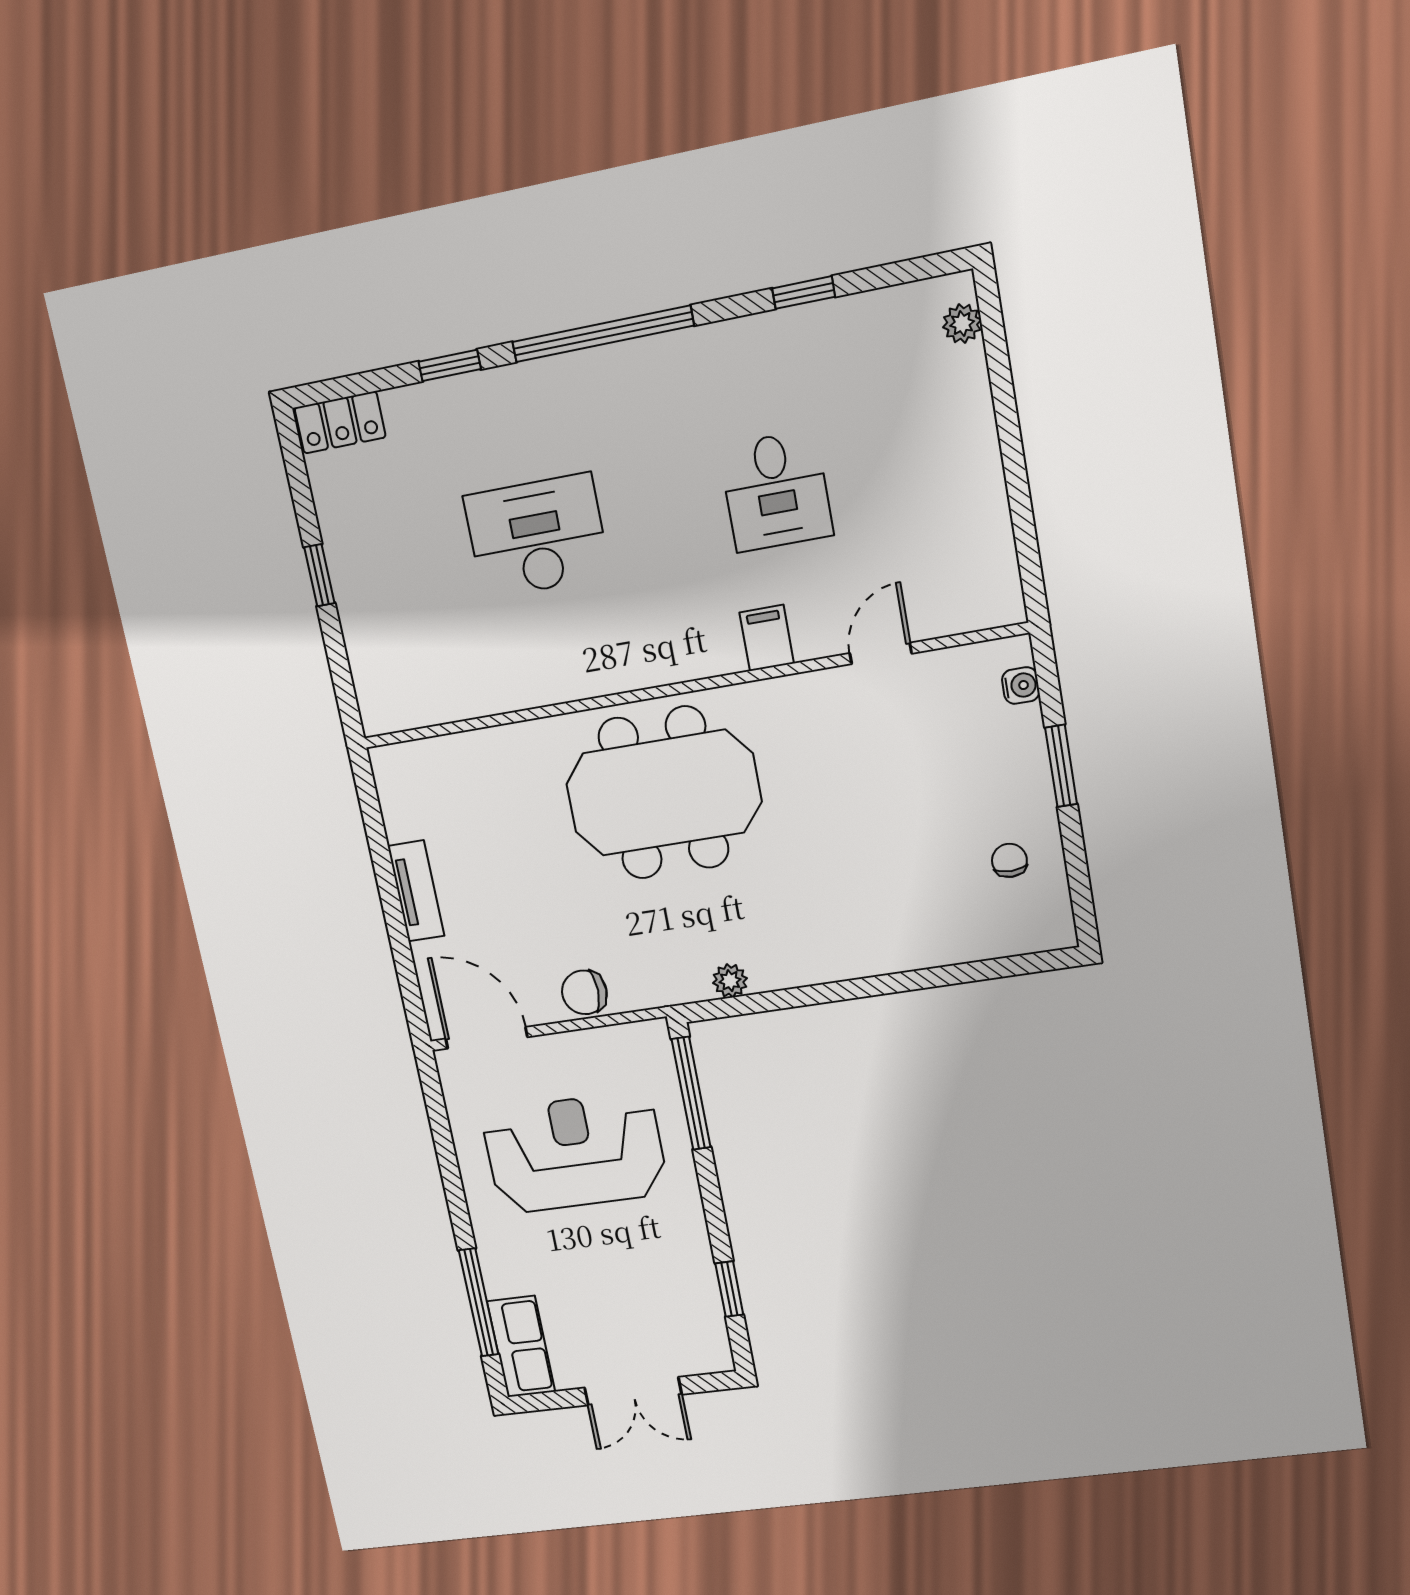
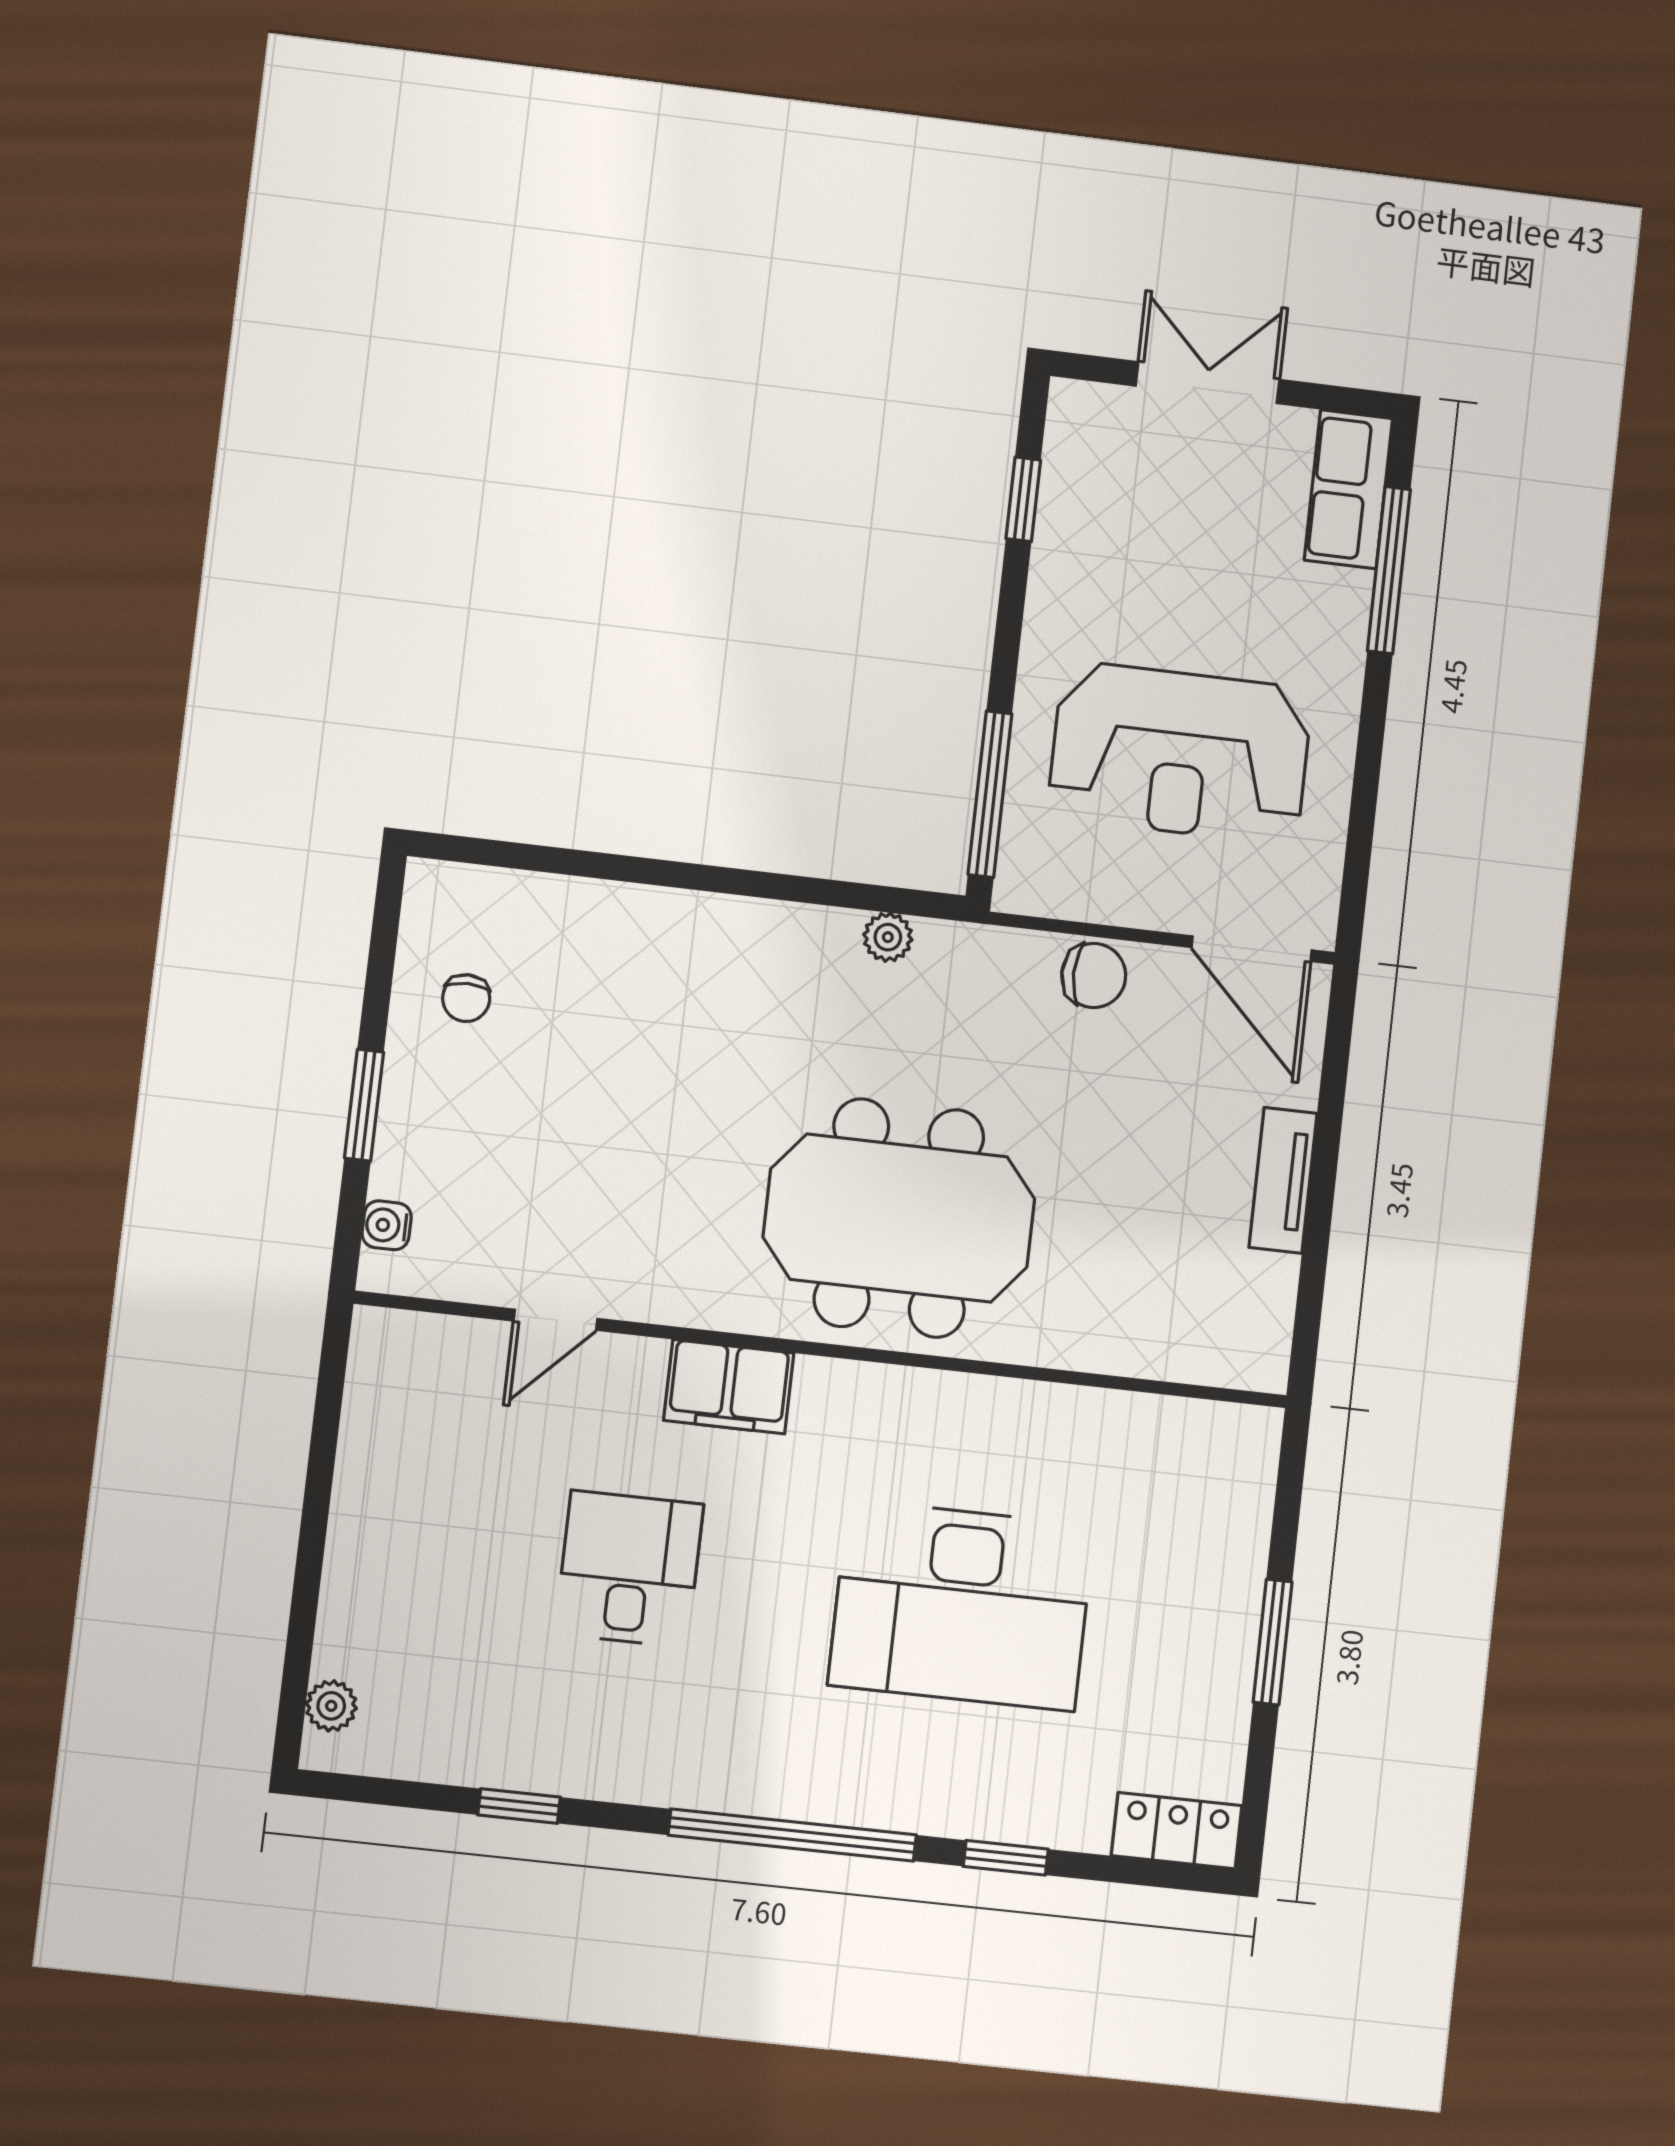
desk: (537, 536) -> (961, 1605), width x1.36, depth x1.30
window: (319, 575) -> (1273, 1642), width x1.50
filing cabinet: (767, 638) -> (729, 1387), width x2.00

